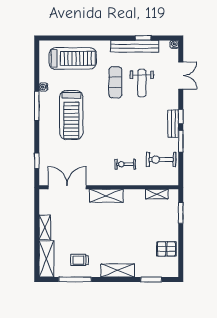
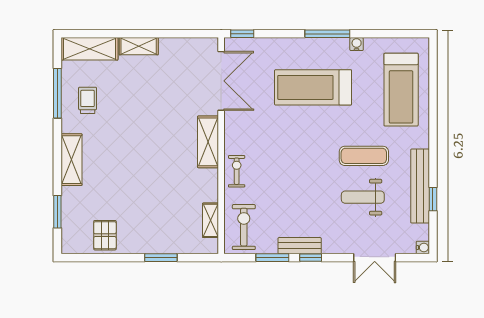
double door: (67, 187) -> (221, 81), moved
wall: (109, 187) -> (221, 146), moved
shelving: (157, 194) -> (211, 220), moved
shelving: (106, 196) -> (208, 142), moved

